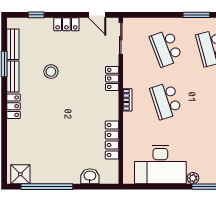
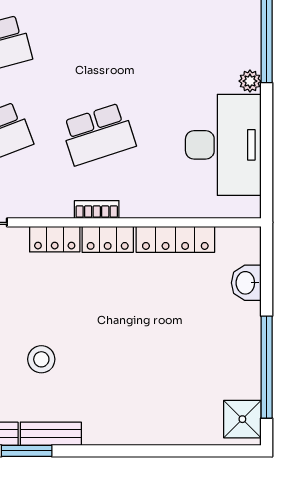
locker: (14, 106) -> (108, 239), moved, turned 180

